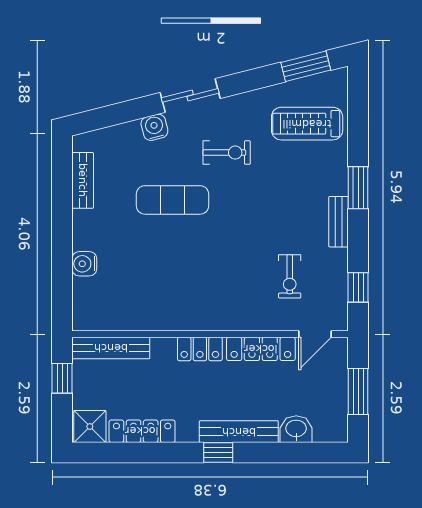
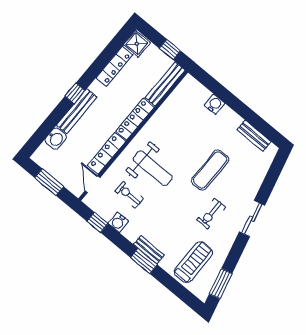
water cooler: (154, 127) -> (118, 222), moved, turned 104
bench: (338, 222) -> (149, 250), moved
weight bench: (231, 275) -> (153, 168), added
locker: (200, 349) -> (135, 119), width x1.53

